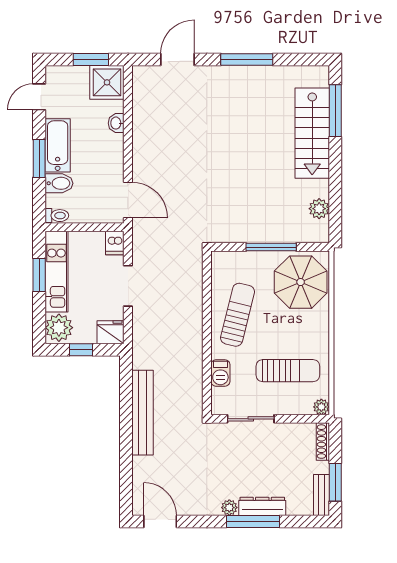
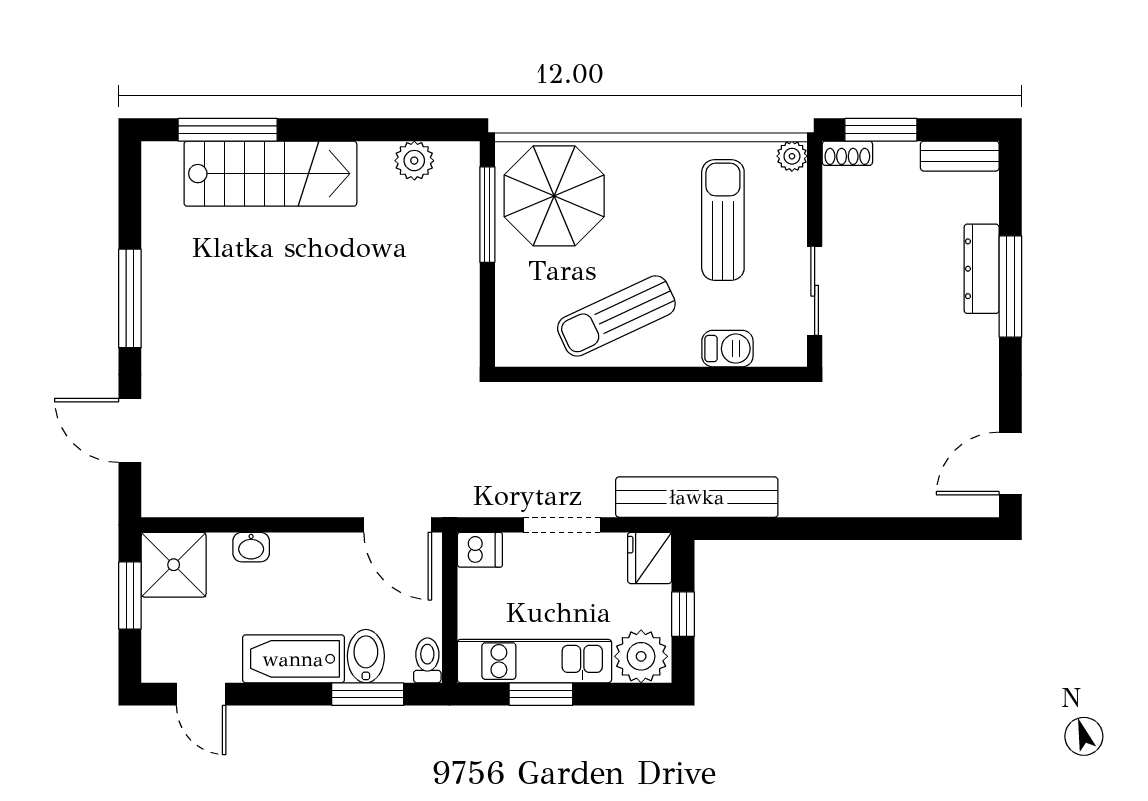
window: (39, 159) -> (368, 694), moved
door: (128, 200) -> (398, 525), swing flipped
window: (271, 247) -> (487, 215), moved
sun lounger: (238, 315) -> (616, 316), turned -39
bench: (142, 413) -> (697, 497), moved
shoe rack: (323, 442) -> (847, 153), width x0.70
window: (335, 482) -> (881, 130), moved
plant: (229, 508) -> (984, 332), removed

